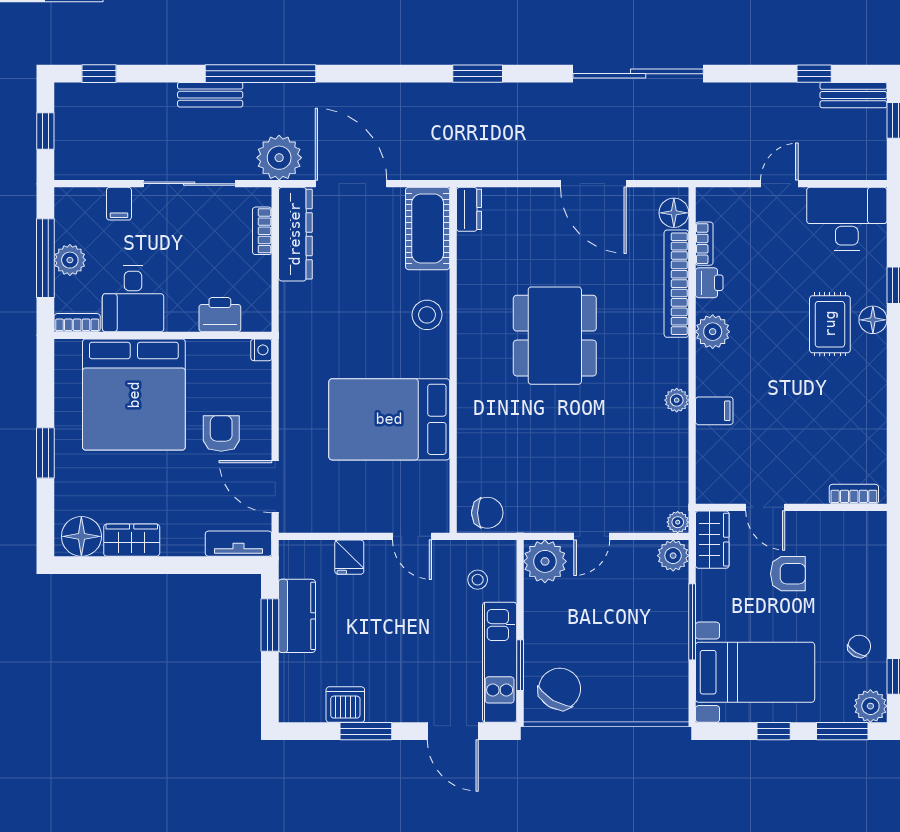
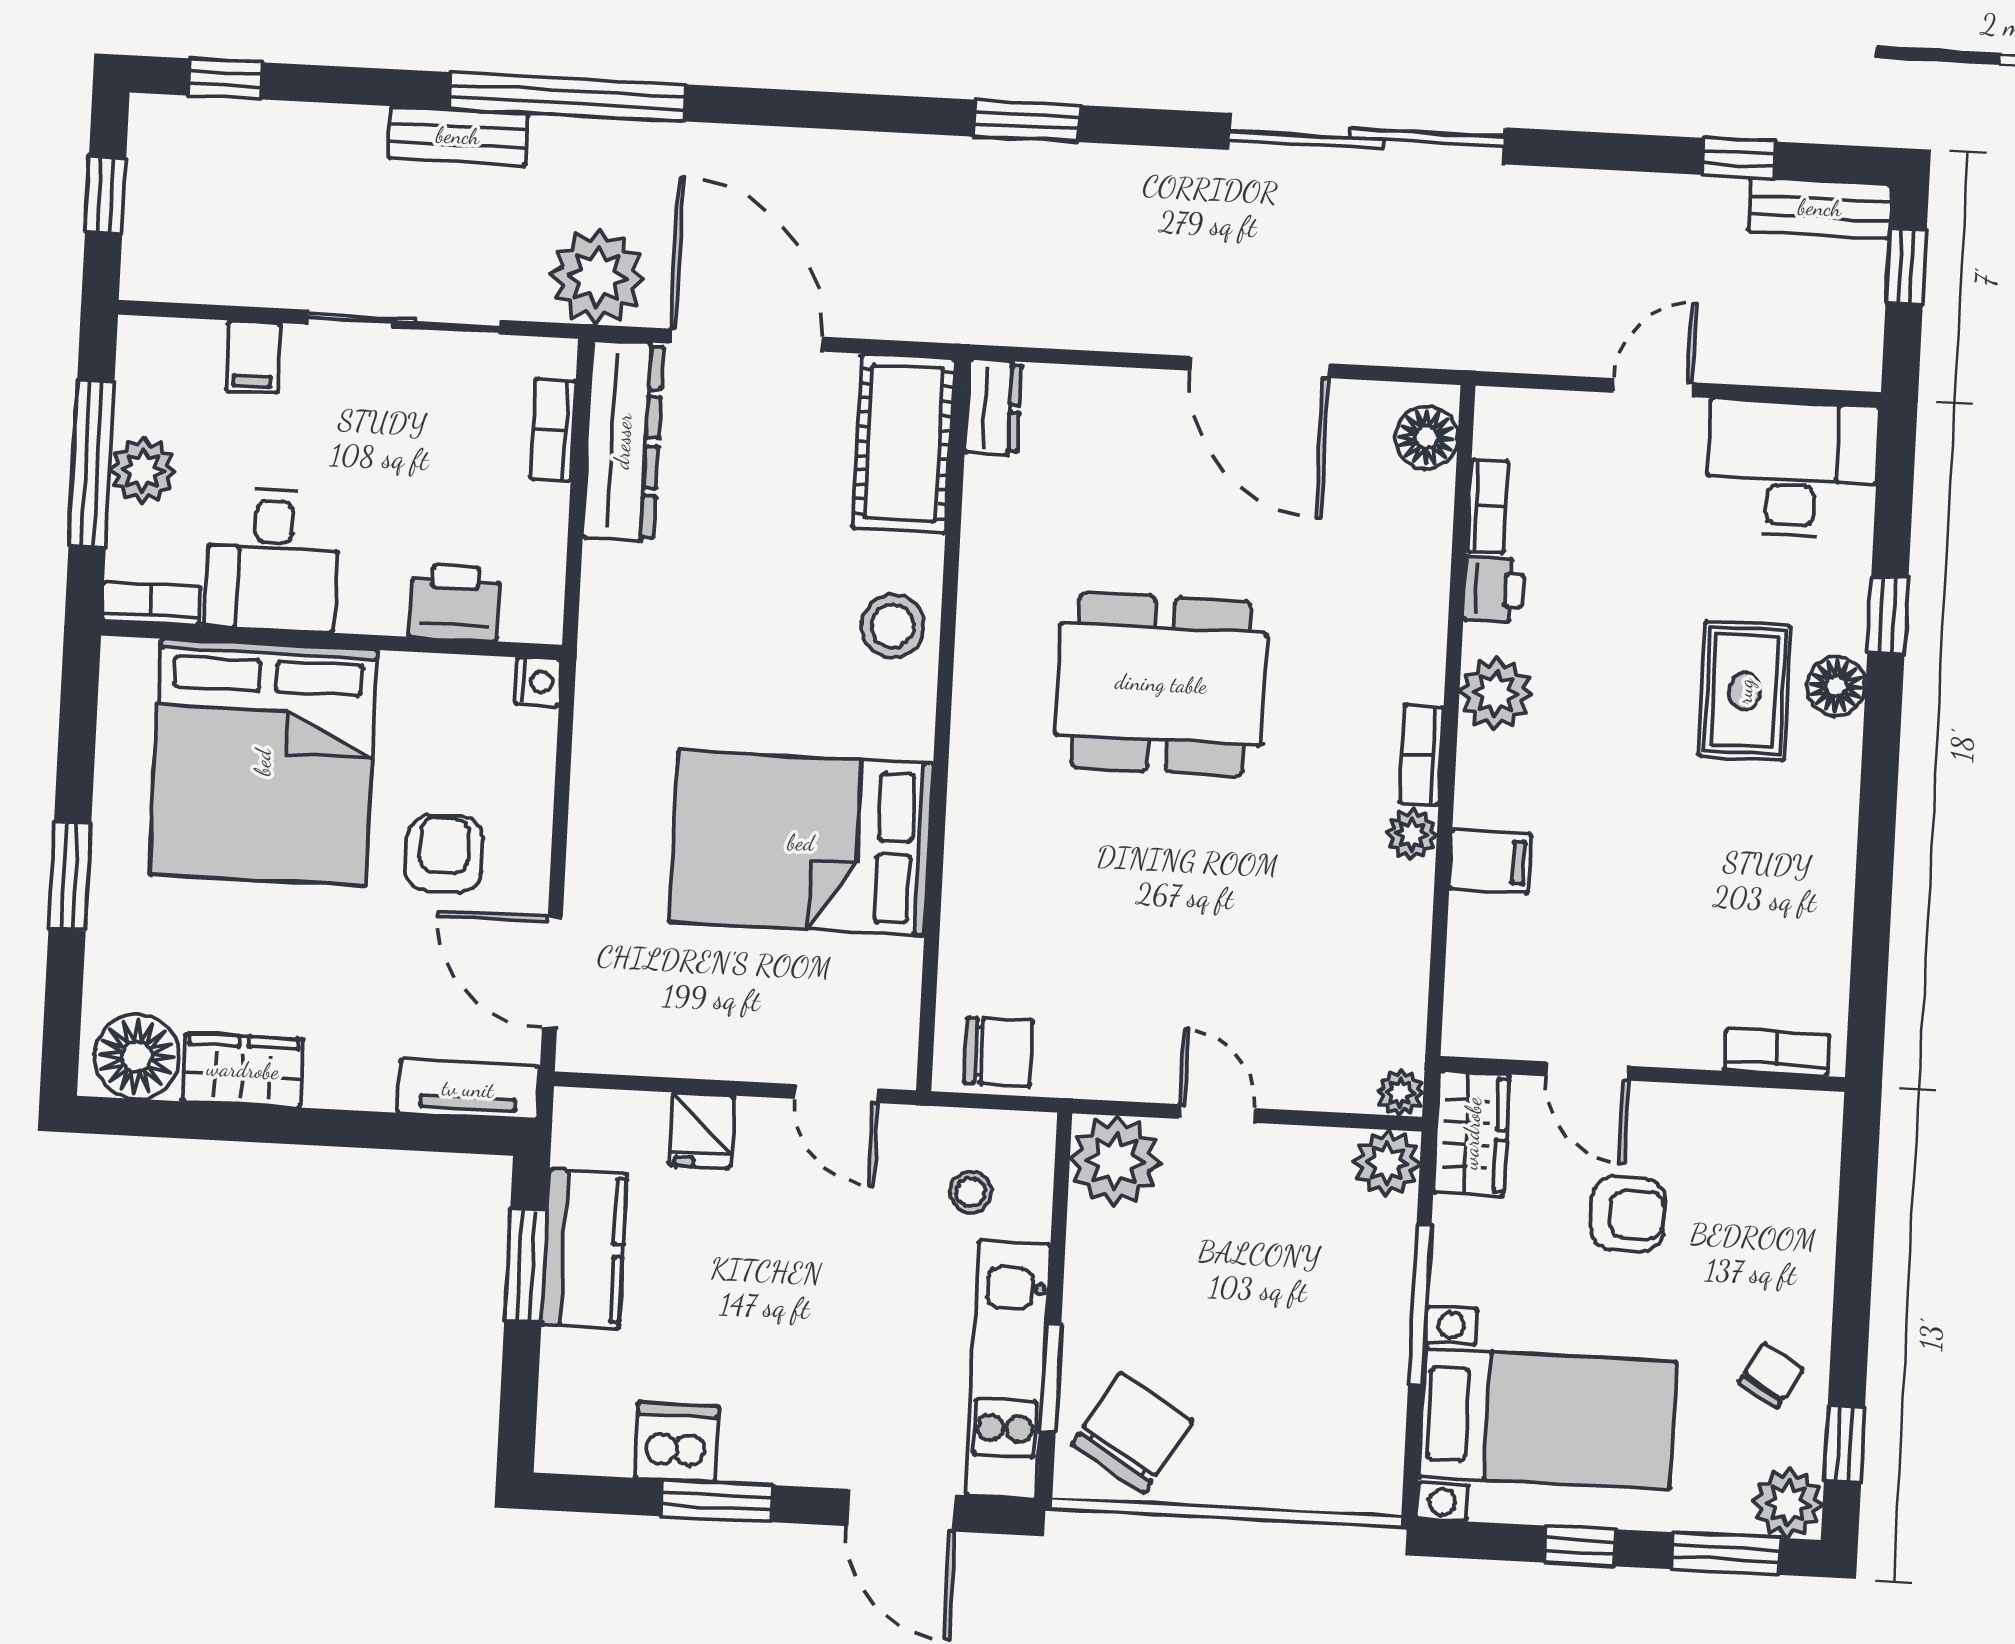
bookcase: (676, 284) -> (1421, 755), moved, width x0.43, depth x0.76
dining table: (555, 336) -> (1161, 684), turned 90
door: (592, 536) -> (1217, 1114), swing flipped

